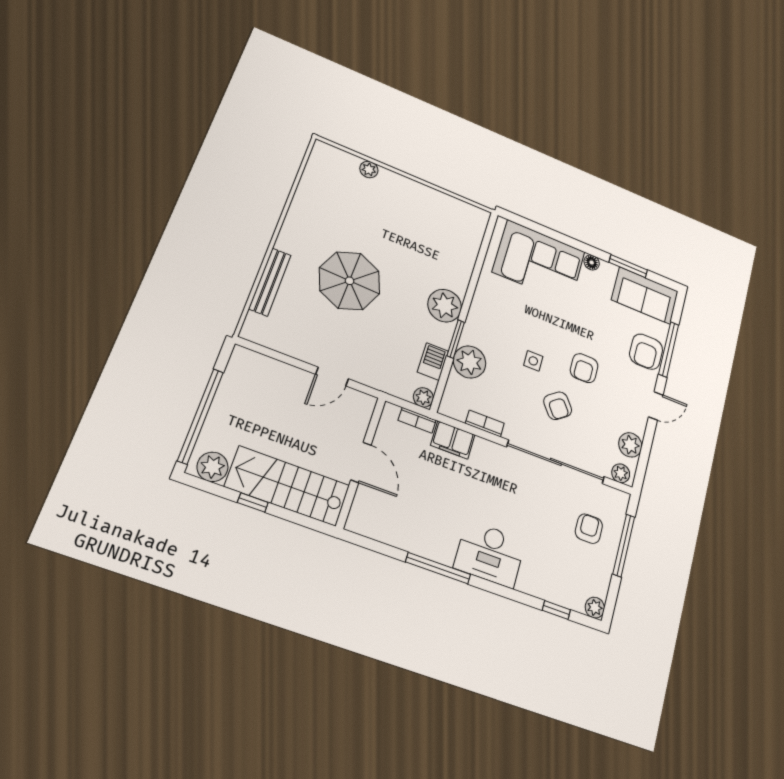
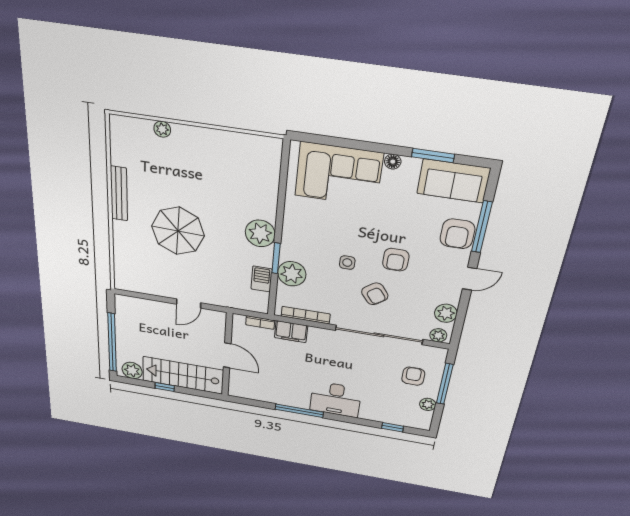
bench: (270, 282) -> (119, 194), moved
plant: (423, 397) -> (261, 306), removed
bookcase: (485, 423) -> (306, 315), width x1.56
plant: (595, 608) -> (428, 404), moved

